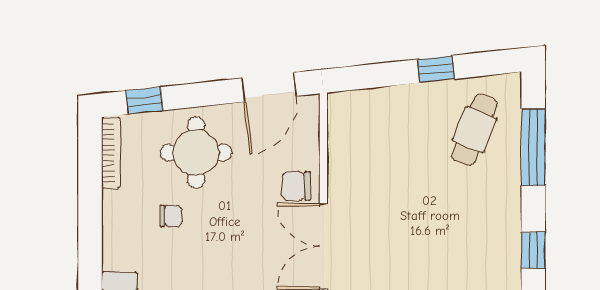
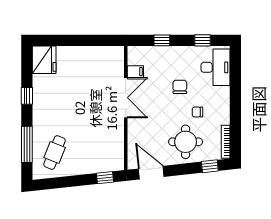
window: (436, 69) -> (105, 178), moved
door: (269, 87) -> (151, 173), hinge flipped
chair: (296, 186) -> (180, 87), moved, turned -90

